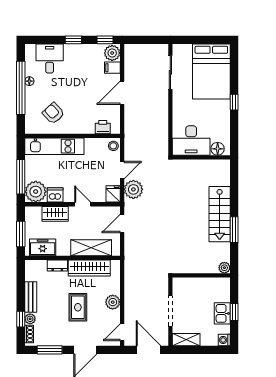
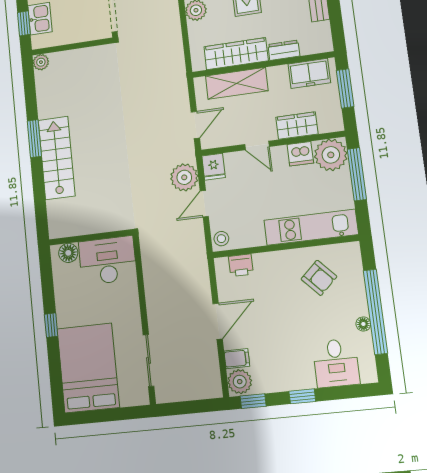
plant: (224, 268) -> (41, 62), moved
wall: (201, 275) -> (72, 47), moved

